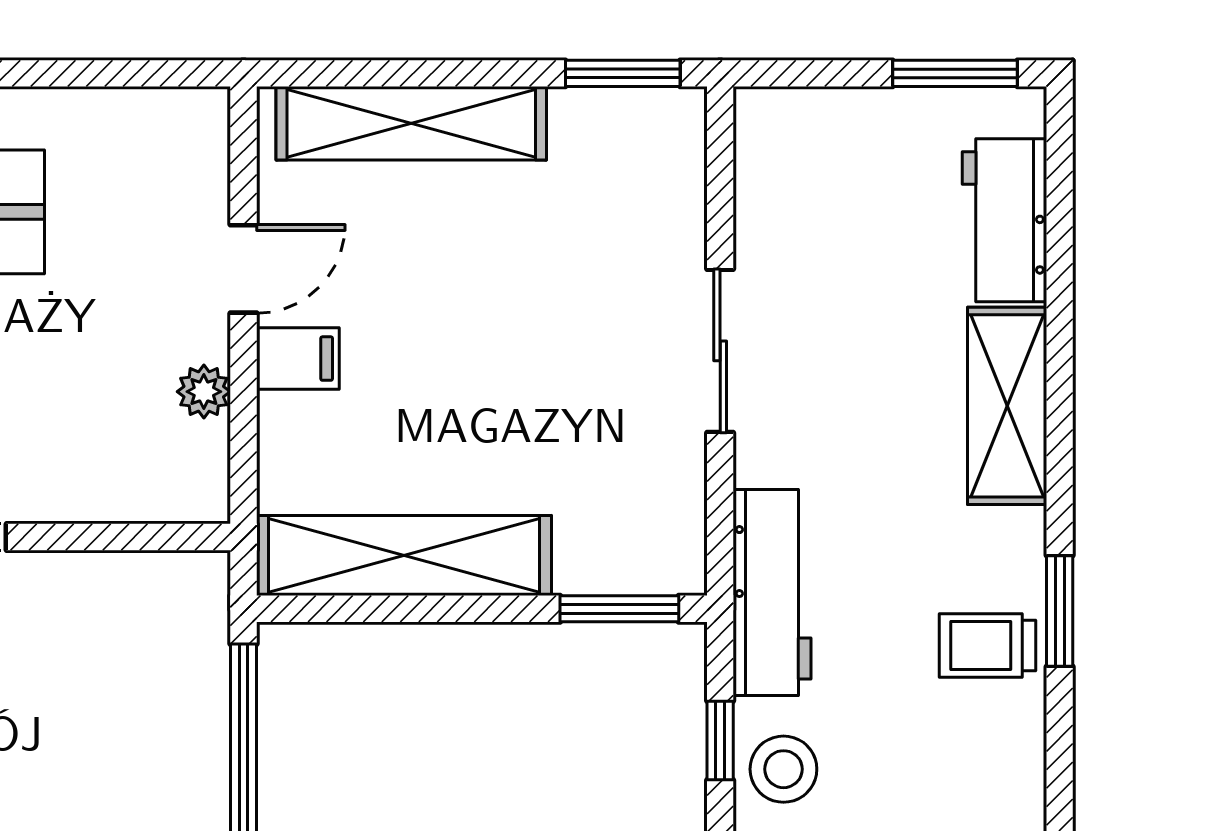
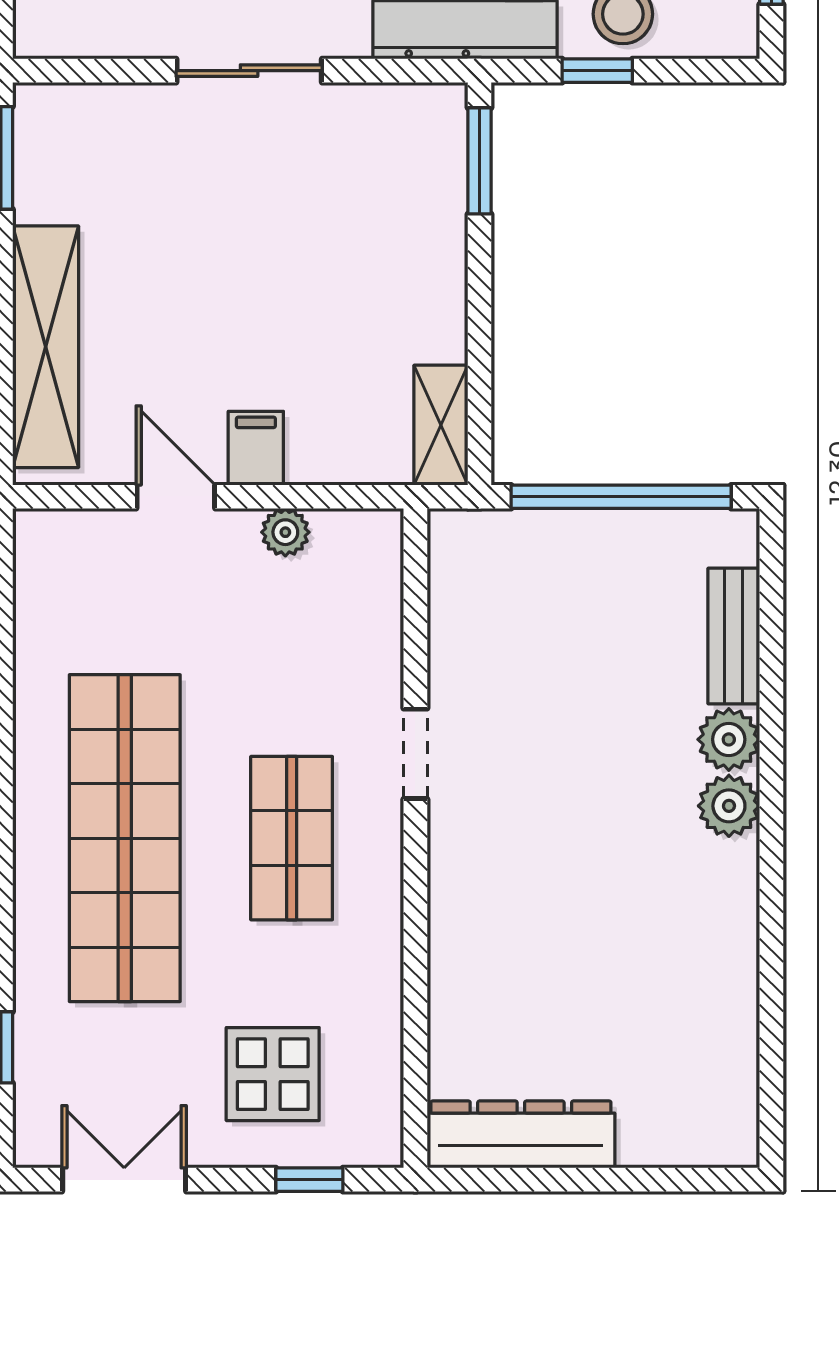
shelving: (404, 556) -> (441, 425), width x0.45, depth x0.75

